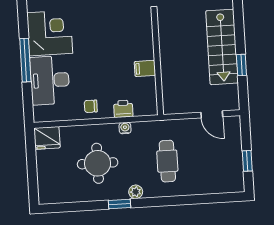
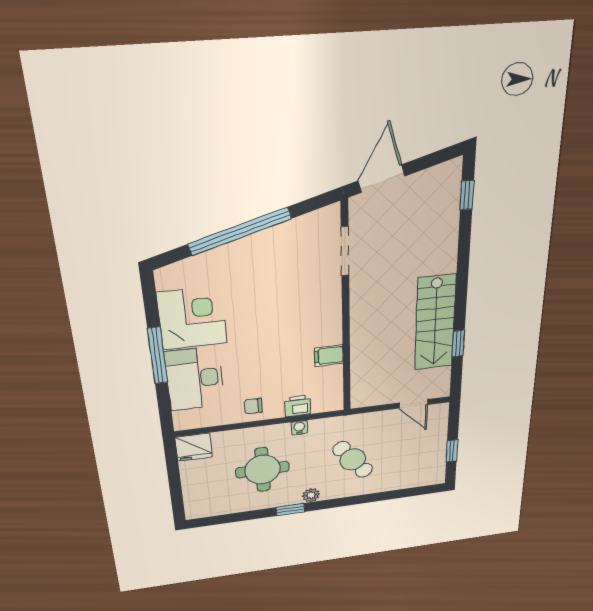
cafe table: (167, 161) -> (353, 459), turned -37

